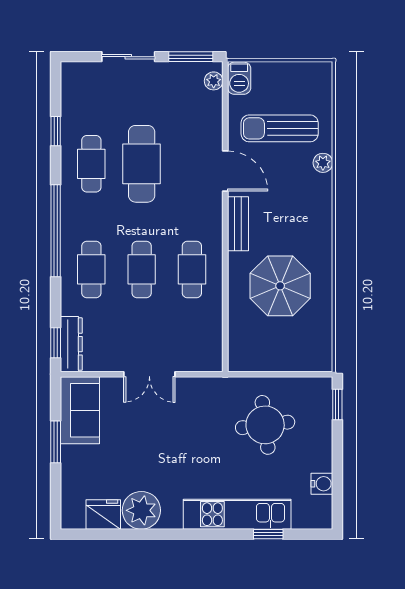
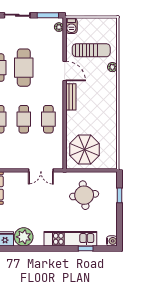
sun lounger: (280, 128) -> (91, 50), turned 180
parasol: (280, 286) -> (85, 150), moved
double door: (149, 374) -> (41, 170), moved
window: (337, 404) -> (119, 195), moved
water cooler: (322, 484) -> (112, 241), moved

